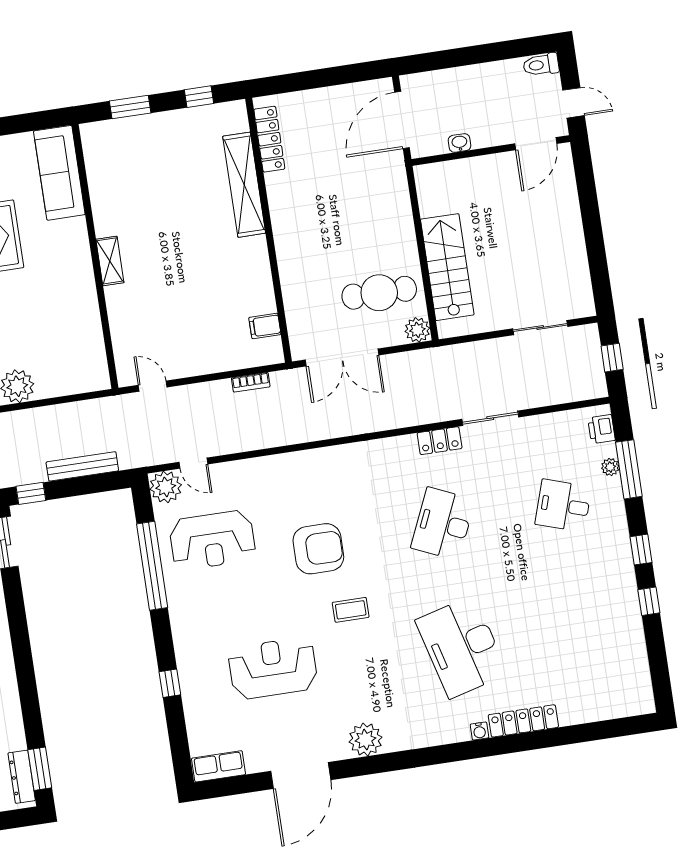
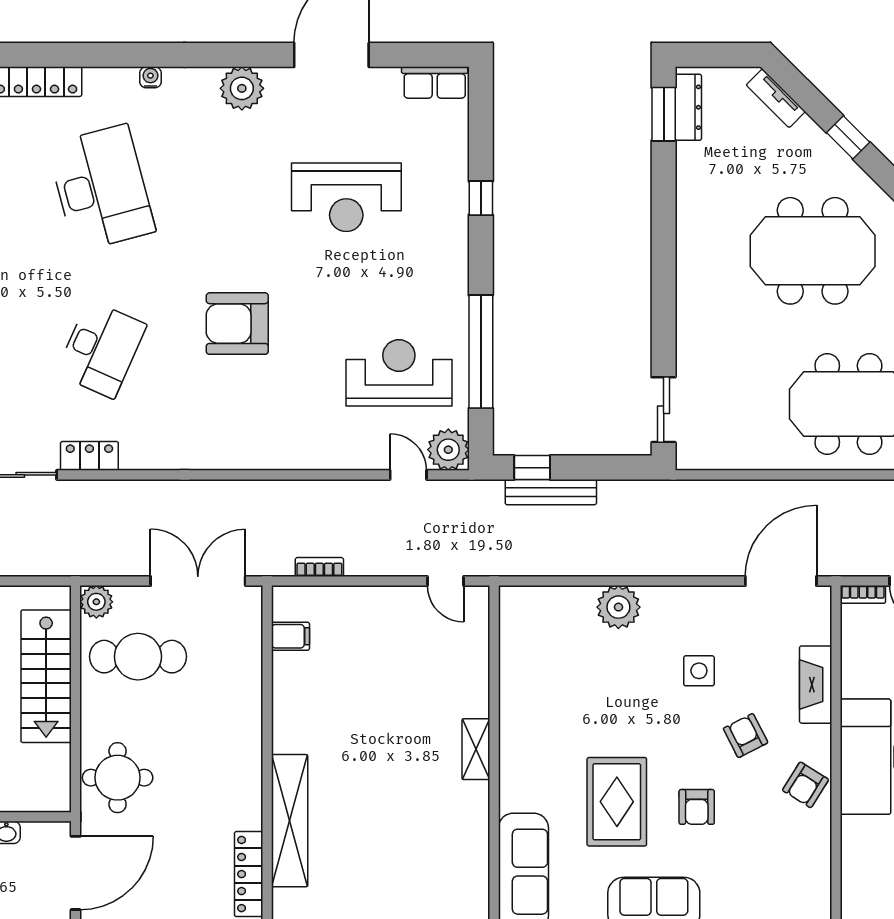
round table: (381, 198) -> (118, 778), added
window: (31, 493) -> (532, 468), moved
armchair: (318, 549) -> (237, 324), moved
coffee table: (351, 610) -> (236, 257), removed
water cooler: (479, 731) -> (150, 77), moved

